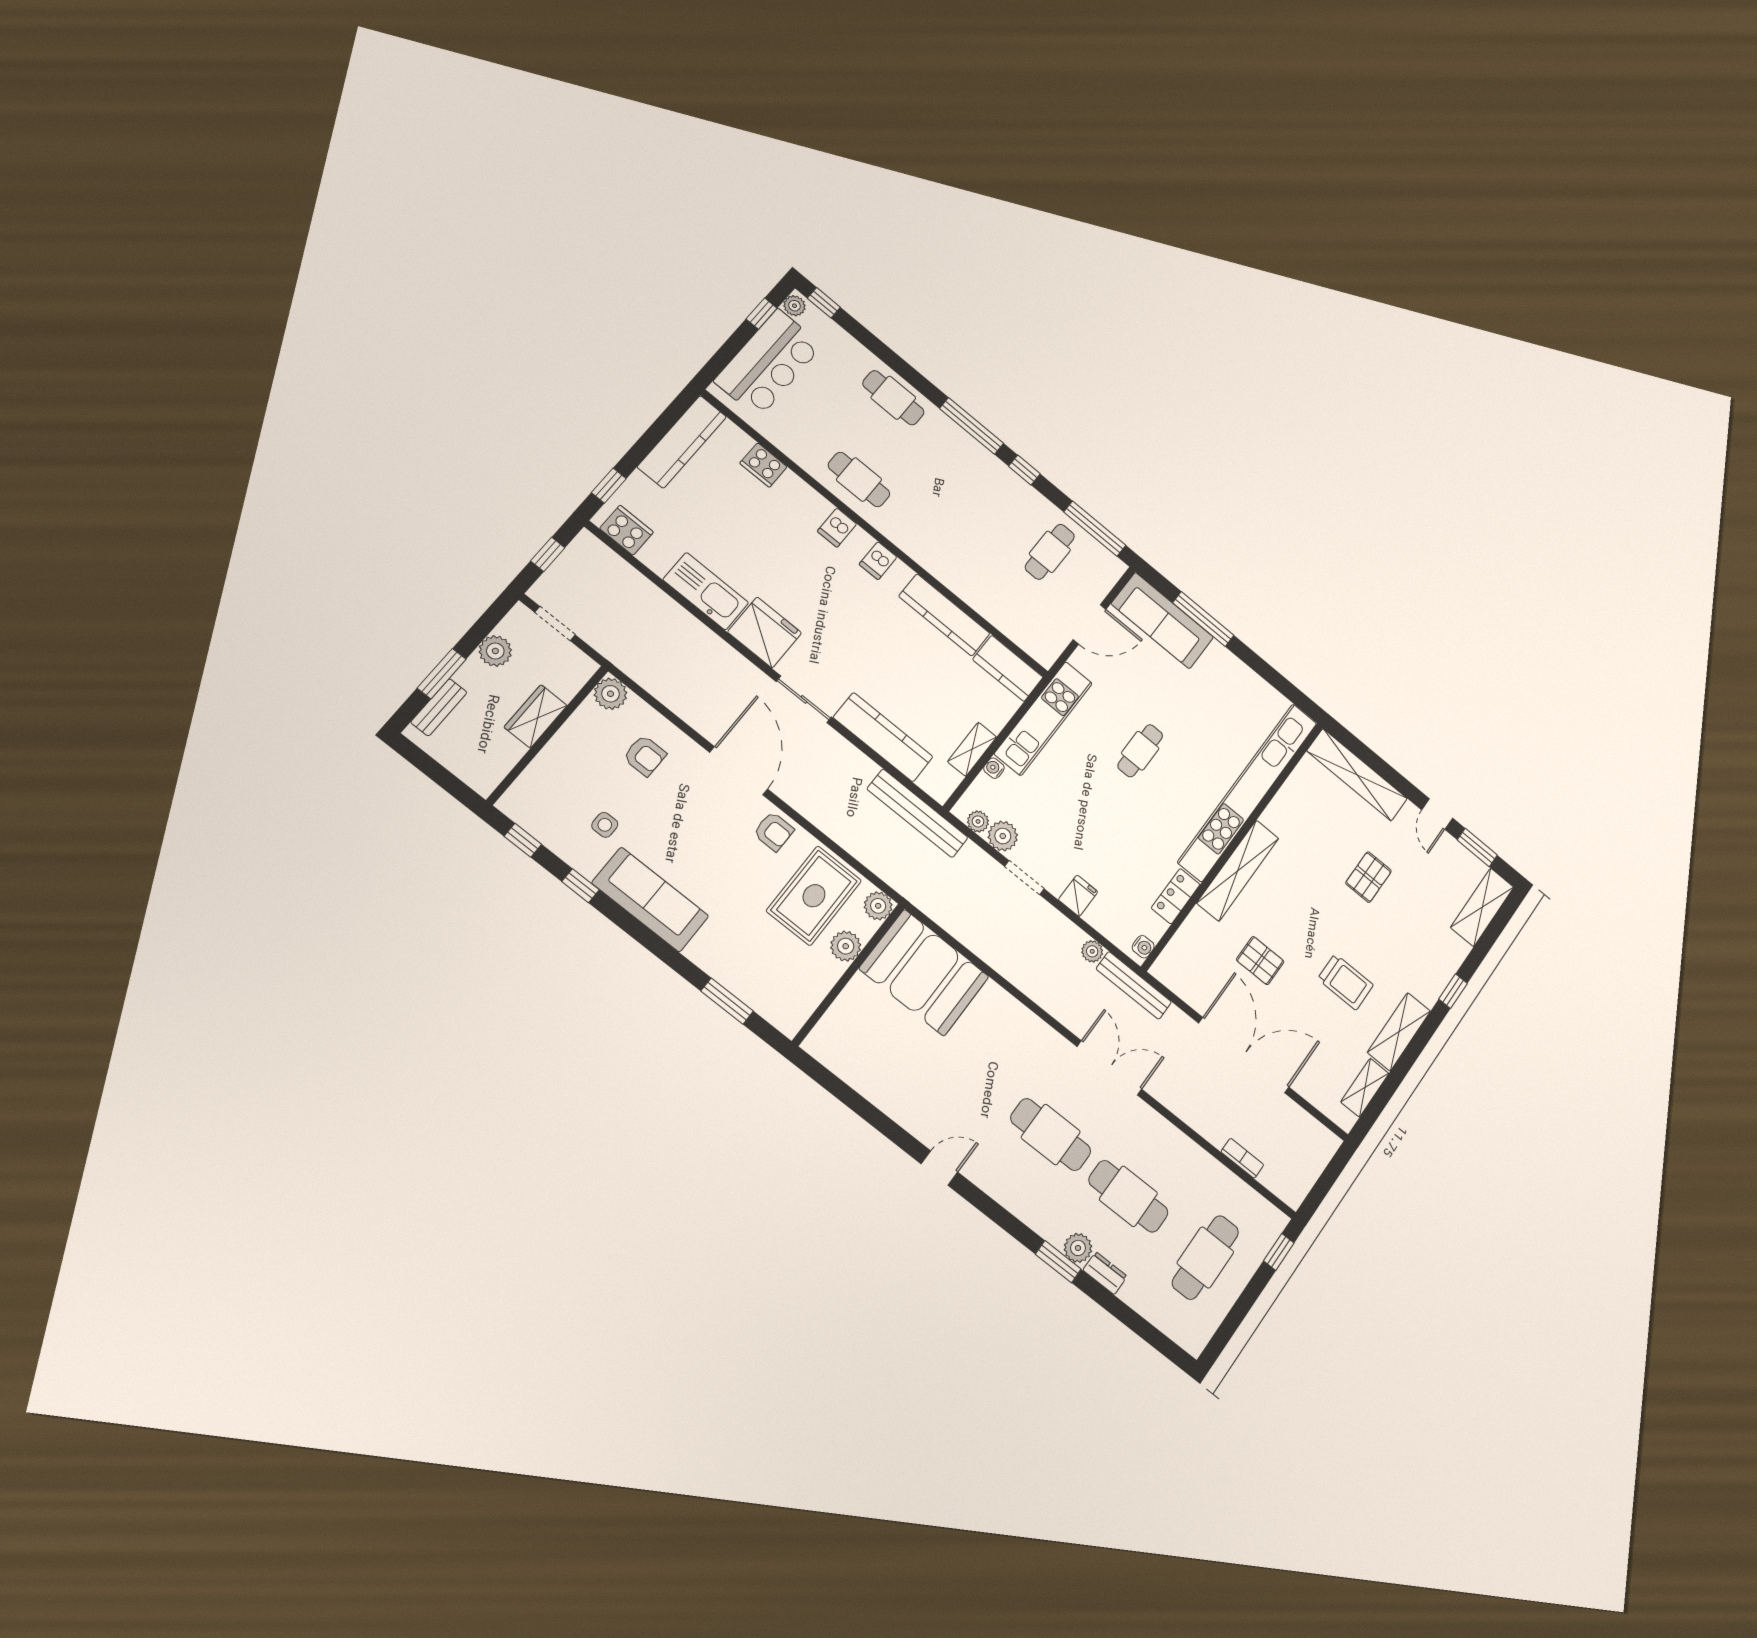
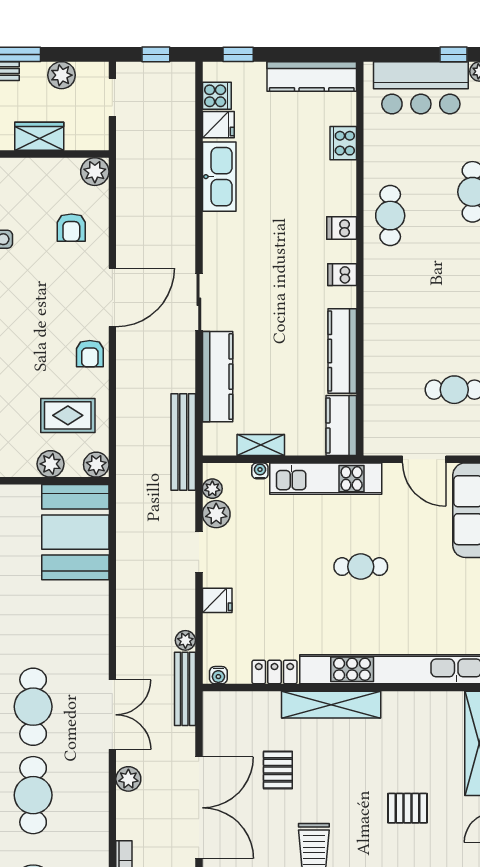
cooker: (626, 530) -> (217, 96), width x0.73
fridge: (765, 632) -> (218, 125), moved, width x0.53, depth x0.75
rug: (814, 896) -> (68, 415), width x0.73, depth x0.70
plant: (1175, 1098) -> (128, 779), added

